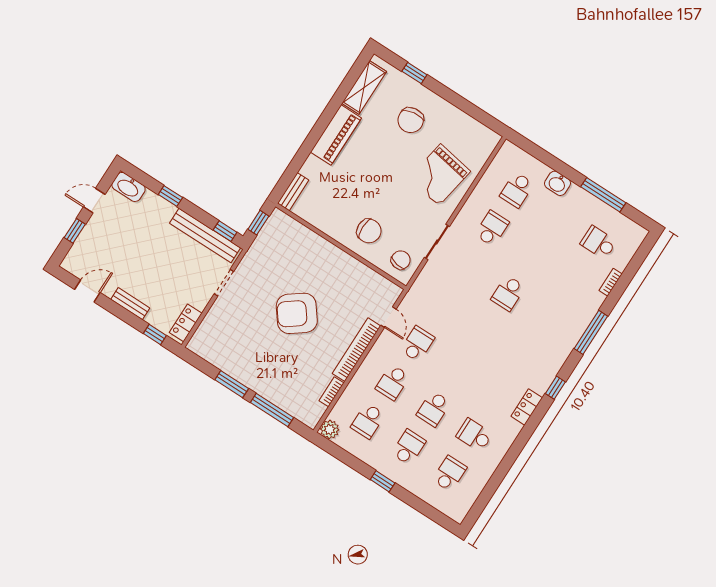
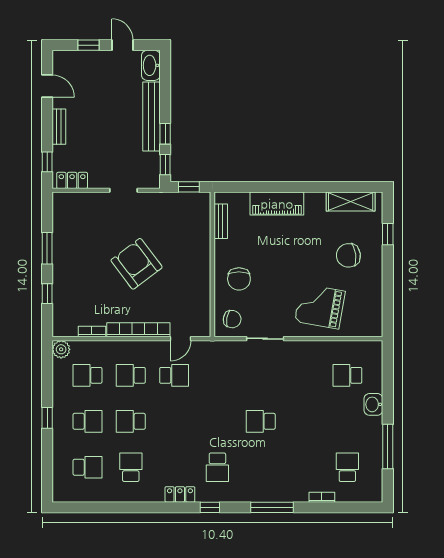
piano: (336, 135) -> (277, 204), moved
bench: (293, 192) -> (221, 221), moved, turned 90
window: (170, 196) -> (165, 134), moved
school desk: (492, 228) -> (217, 467), moved, turned 90
bench: (205, 235) -> (151, 116), moved
window: (272, 410) -> (47, 294), width x0.46

